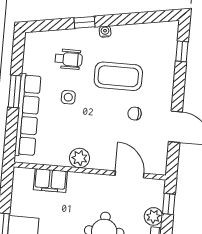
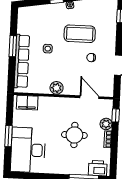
wheelchair: (69, 59) -> (47, 24), removed
filing cabinet: (50, 180) -> (27, 103), moved

